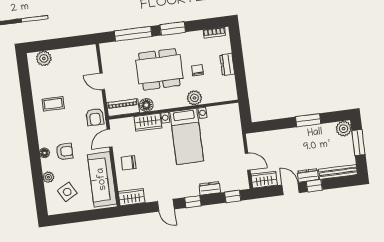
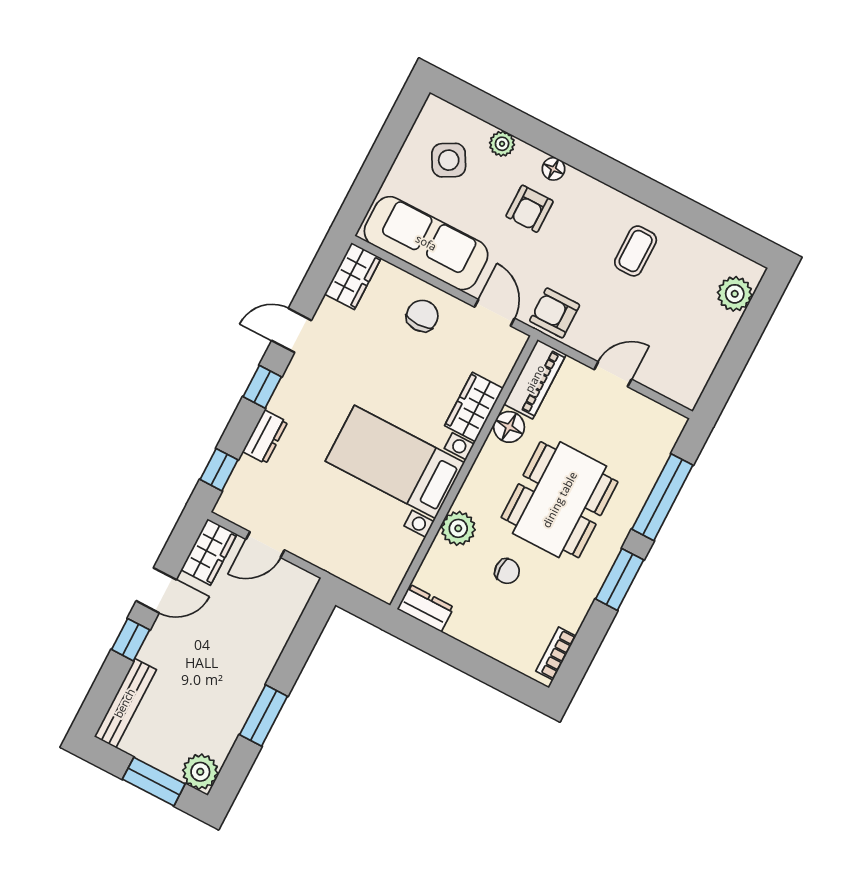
dresser: (227, 64) -> (426, 608), moved
dresser: (308, 175) -> (159, 641), removed

